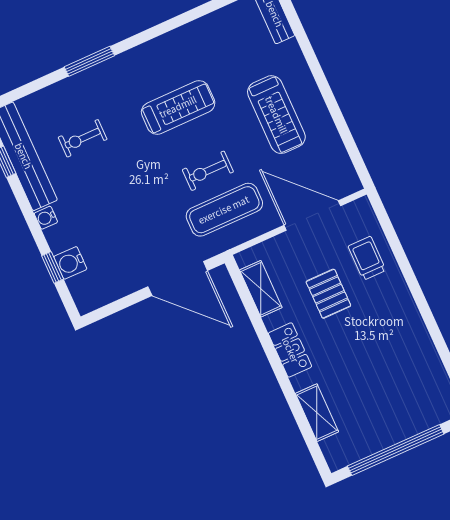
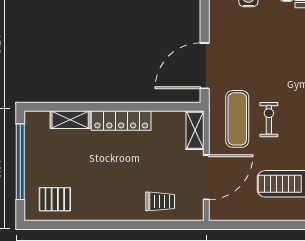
shelving: (261, 289) -> (195, 130), moved, turned 90
pallet: (328, 294) -> (55, 199), moved
locker: (290, 350) -> (121, 121), width x1.53

